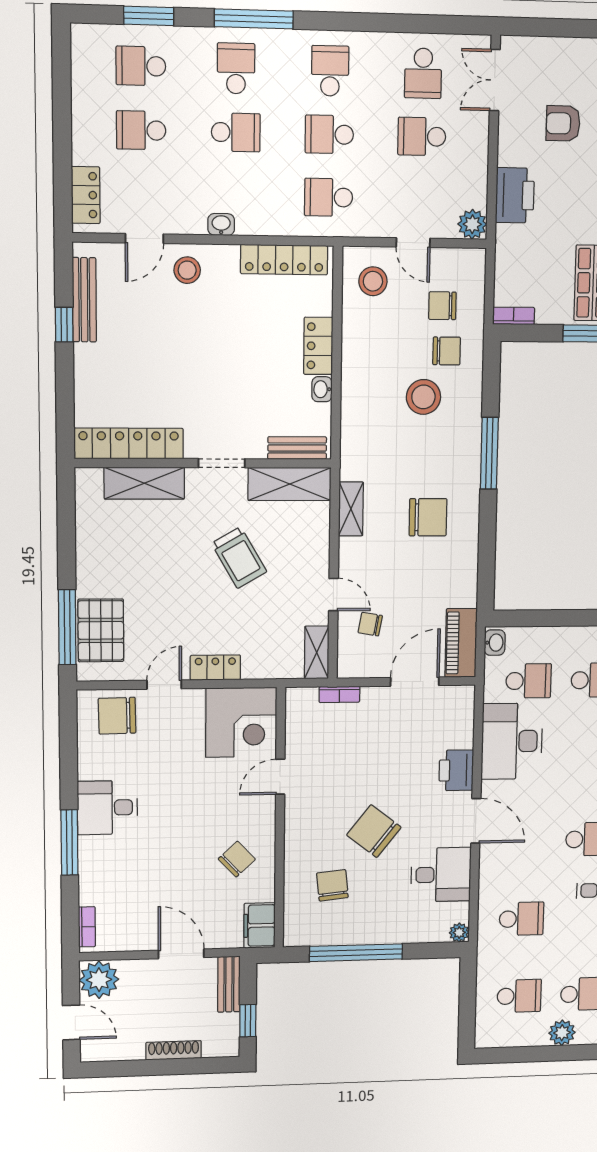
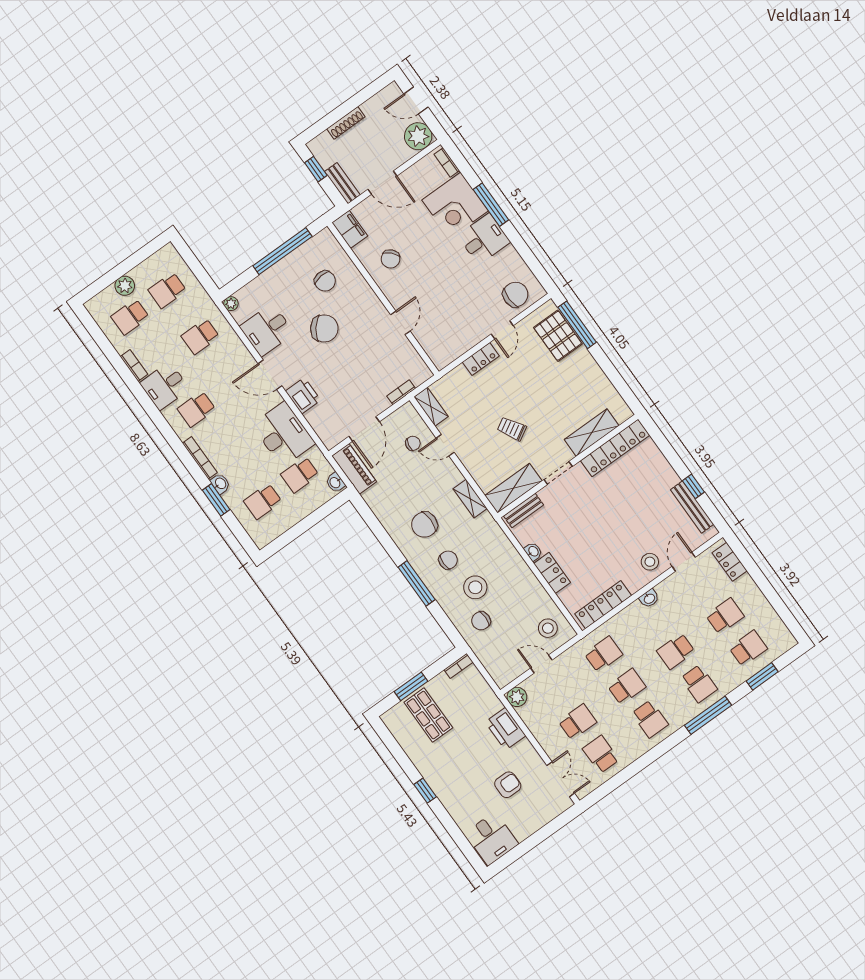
chair: (442, 306) -> (448, 560), moved
trolley: (239, 558) -> (512, 429), width x0.73, depth x0.72
corner desk: (241, 722) -> (455, 205), moved, turned -90

